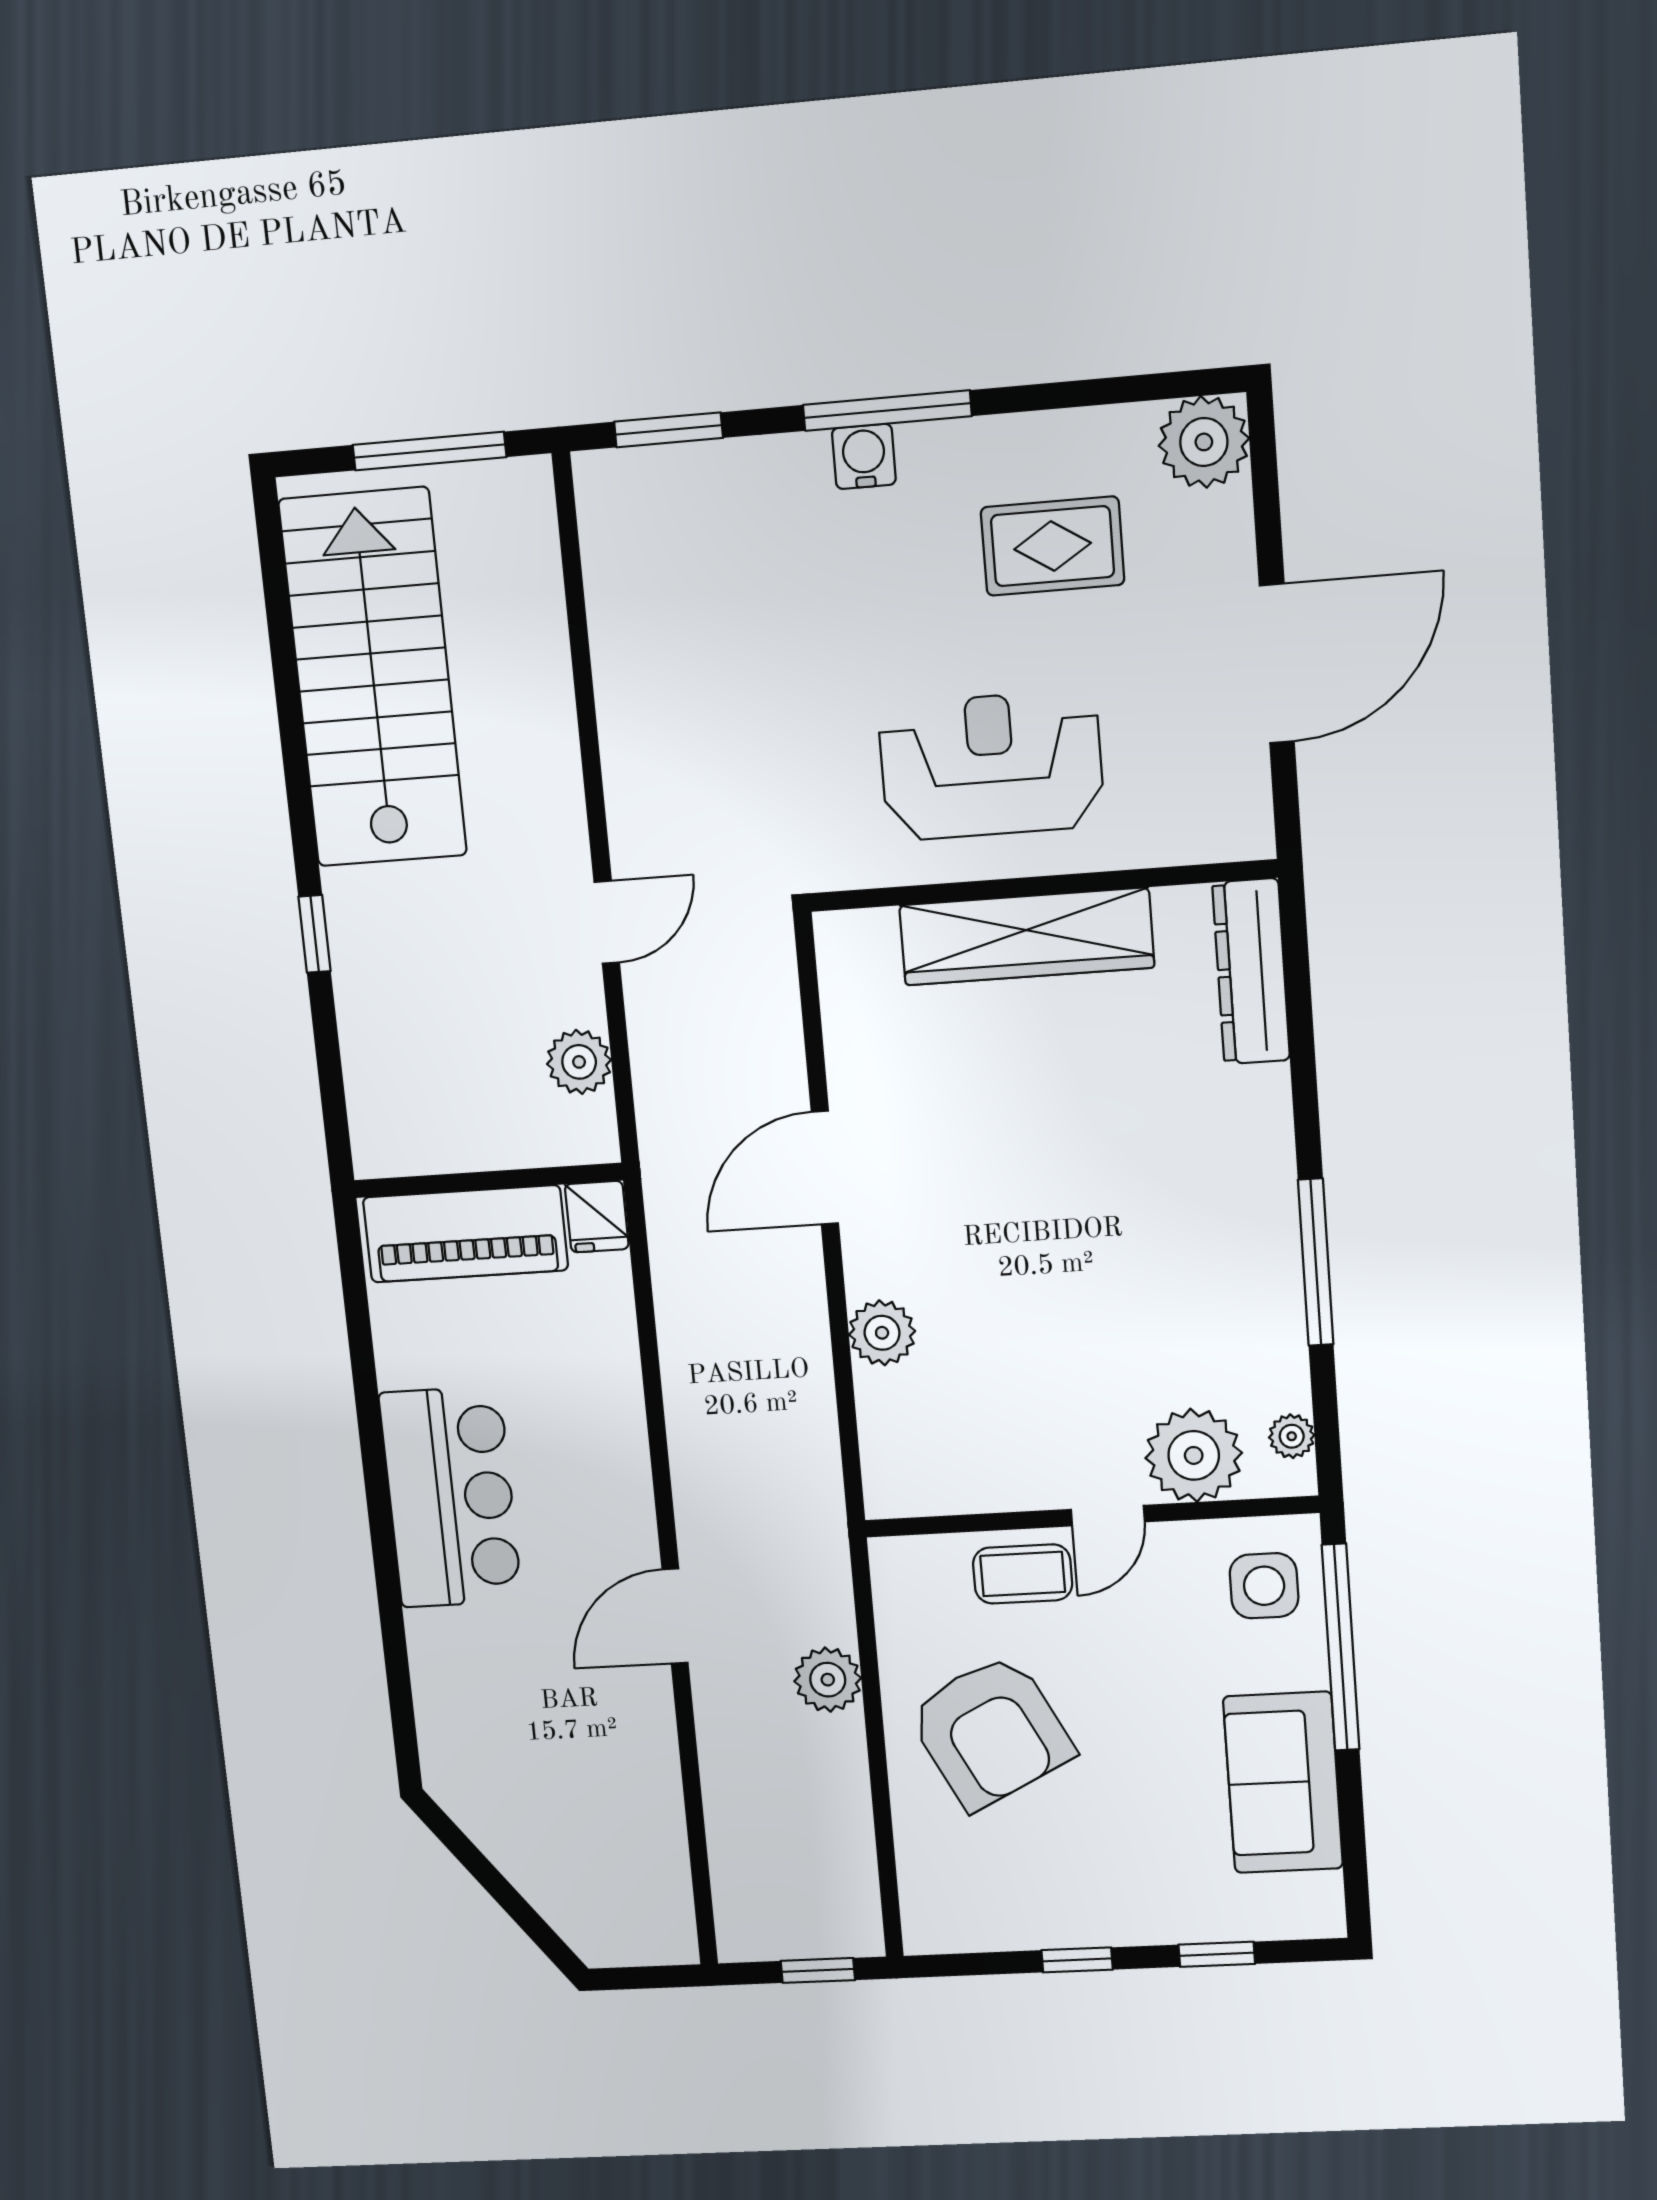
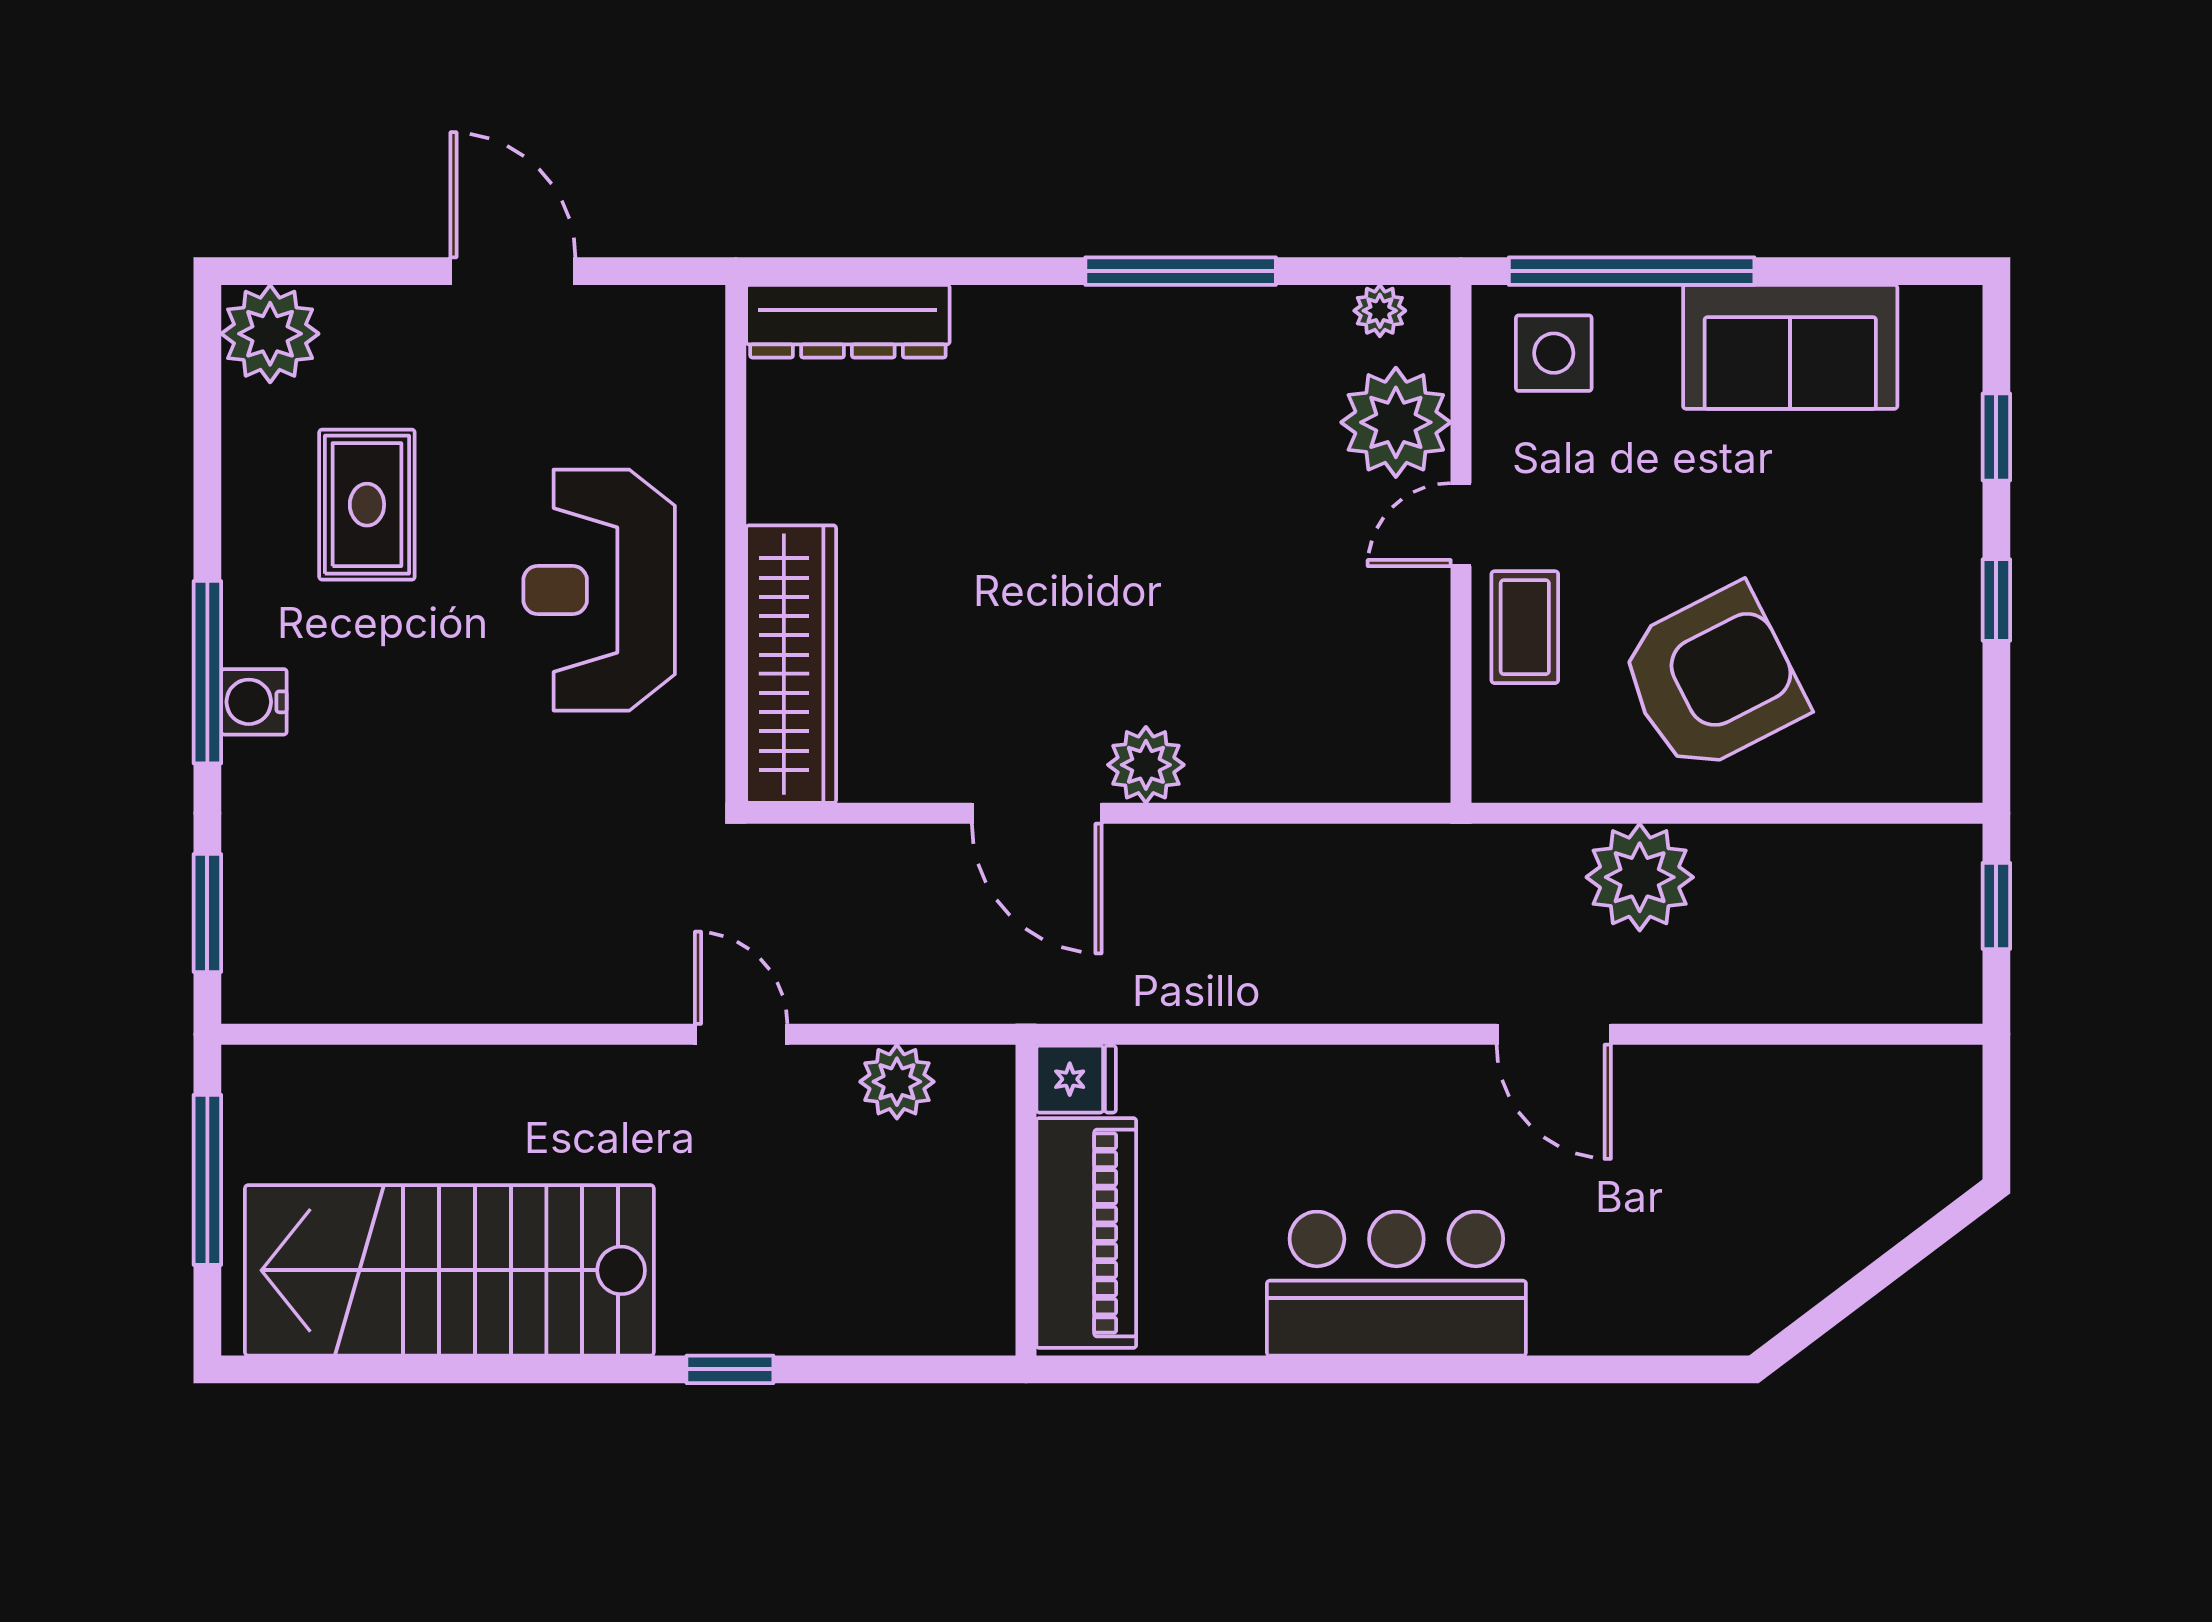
door: (1277, 664) -> (513, 271), width x0.73
wardrobe: (1027, 936) -> (791, 664), moved
plant: (882, 1333) -> (1146, 765), moved
door: (1108, 1516) -> (1461, 525), swing flipped
plant: (828, 1680) -> (1640, 877), width x1.36, depth x1.36

